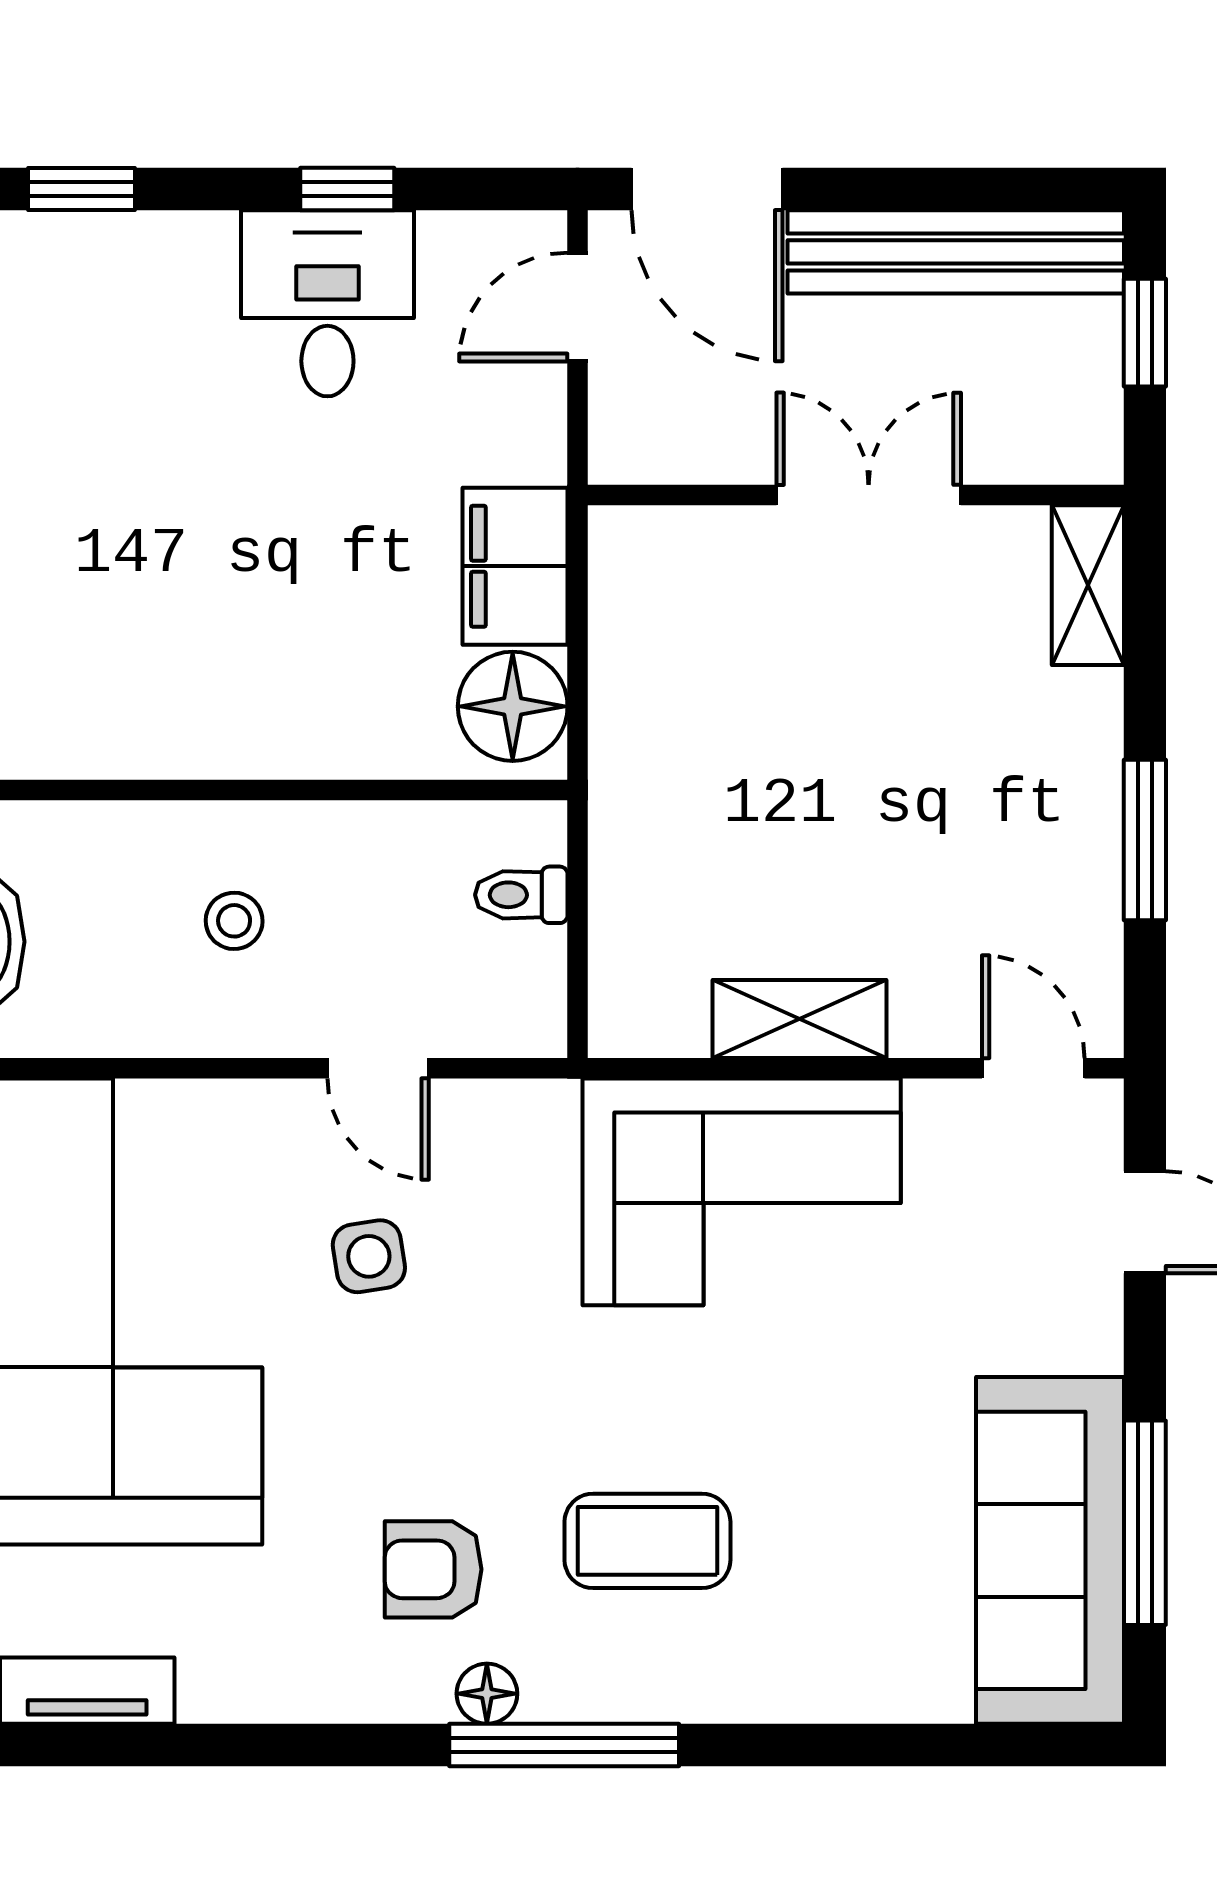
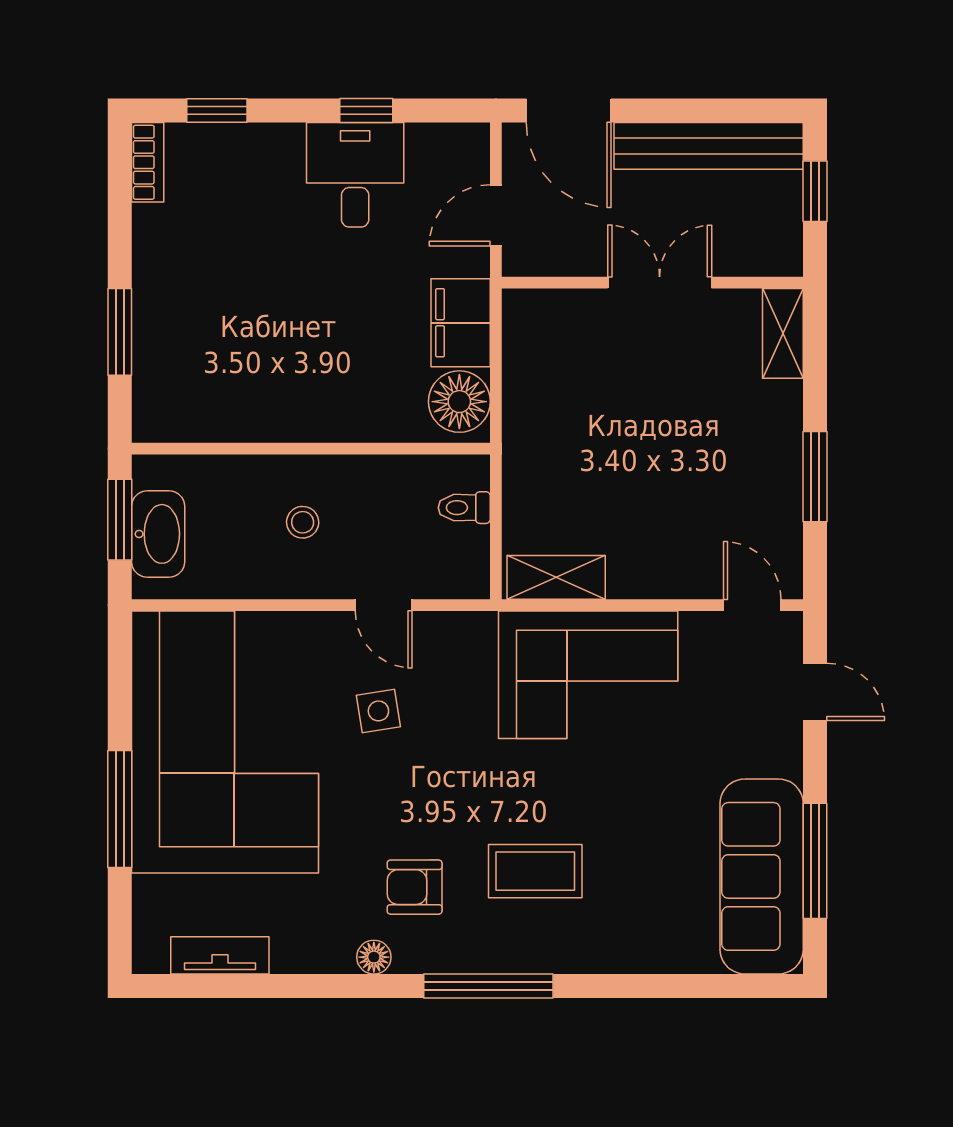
door: (578, 307) -> (496, 215), moved
shelving: (800, 1019) -> (556, 577), moved
floor lamp: (487, 1694) -> (374, 957), moved

